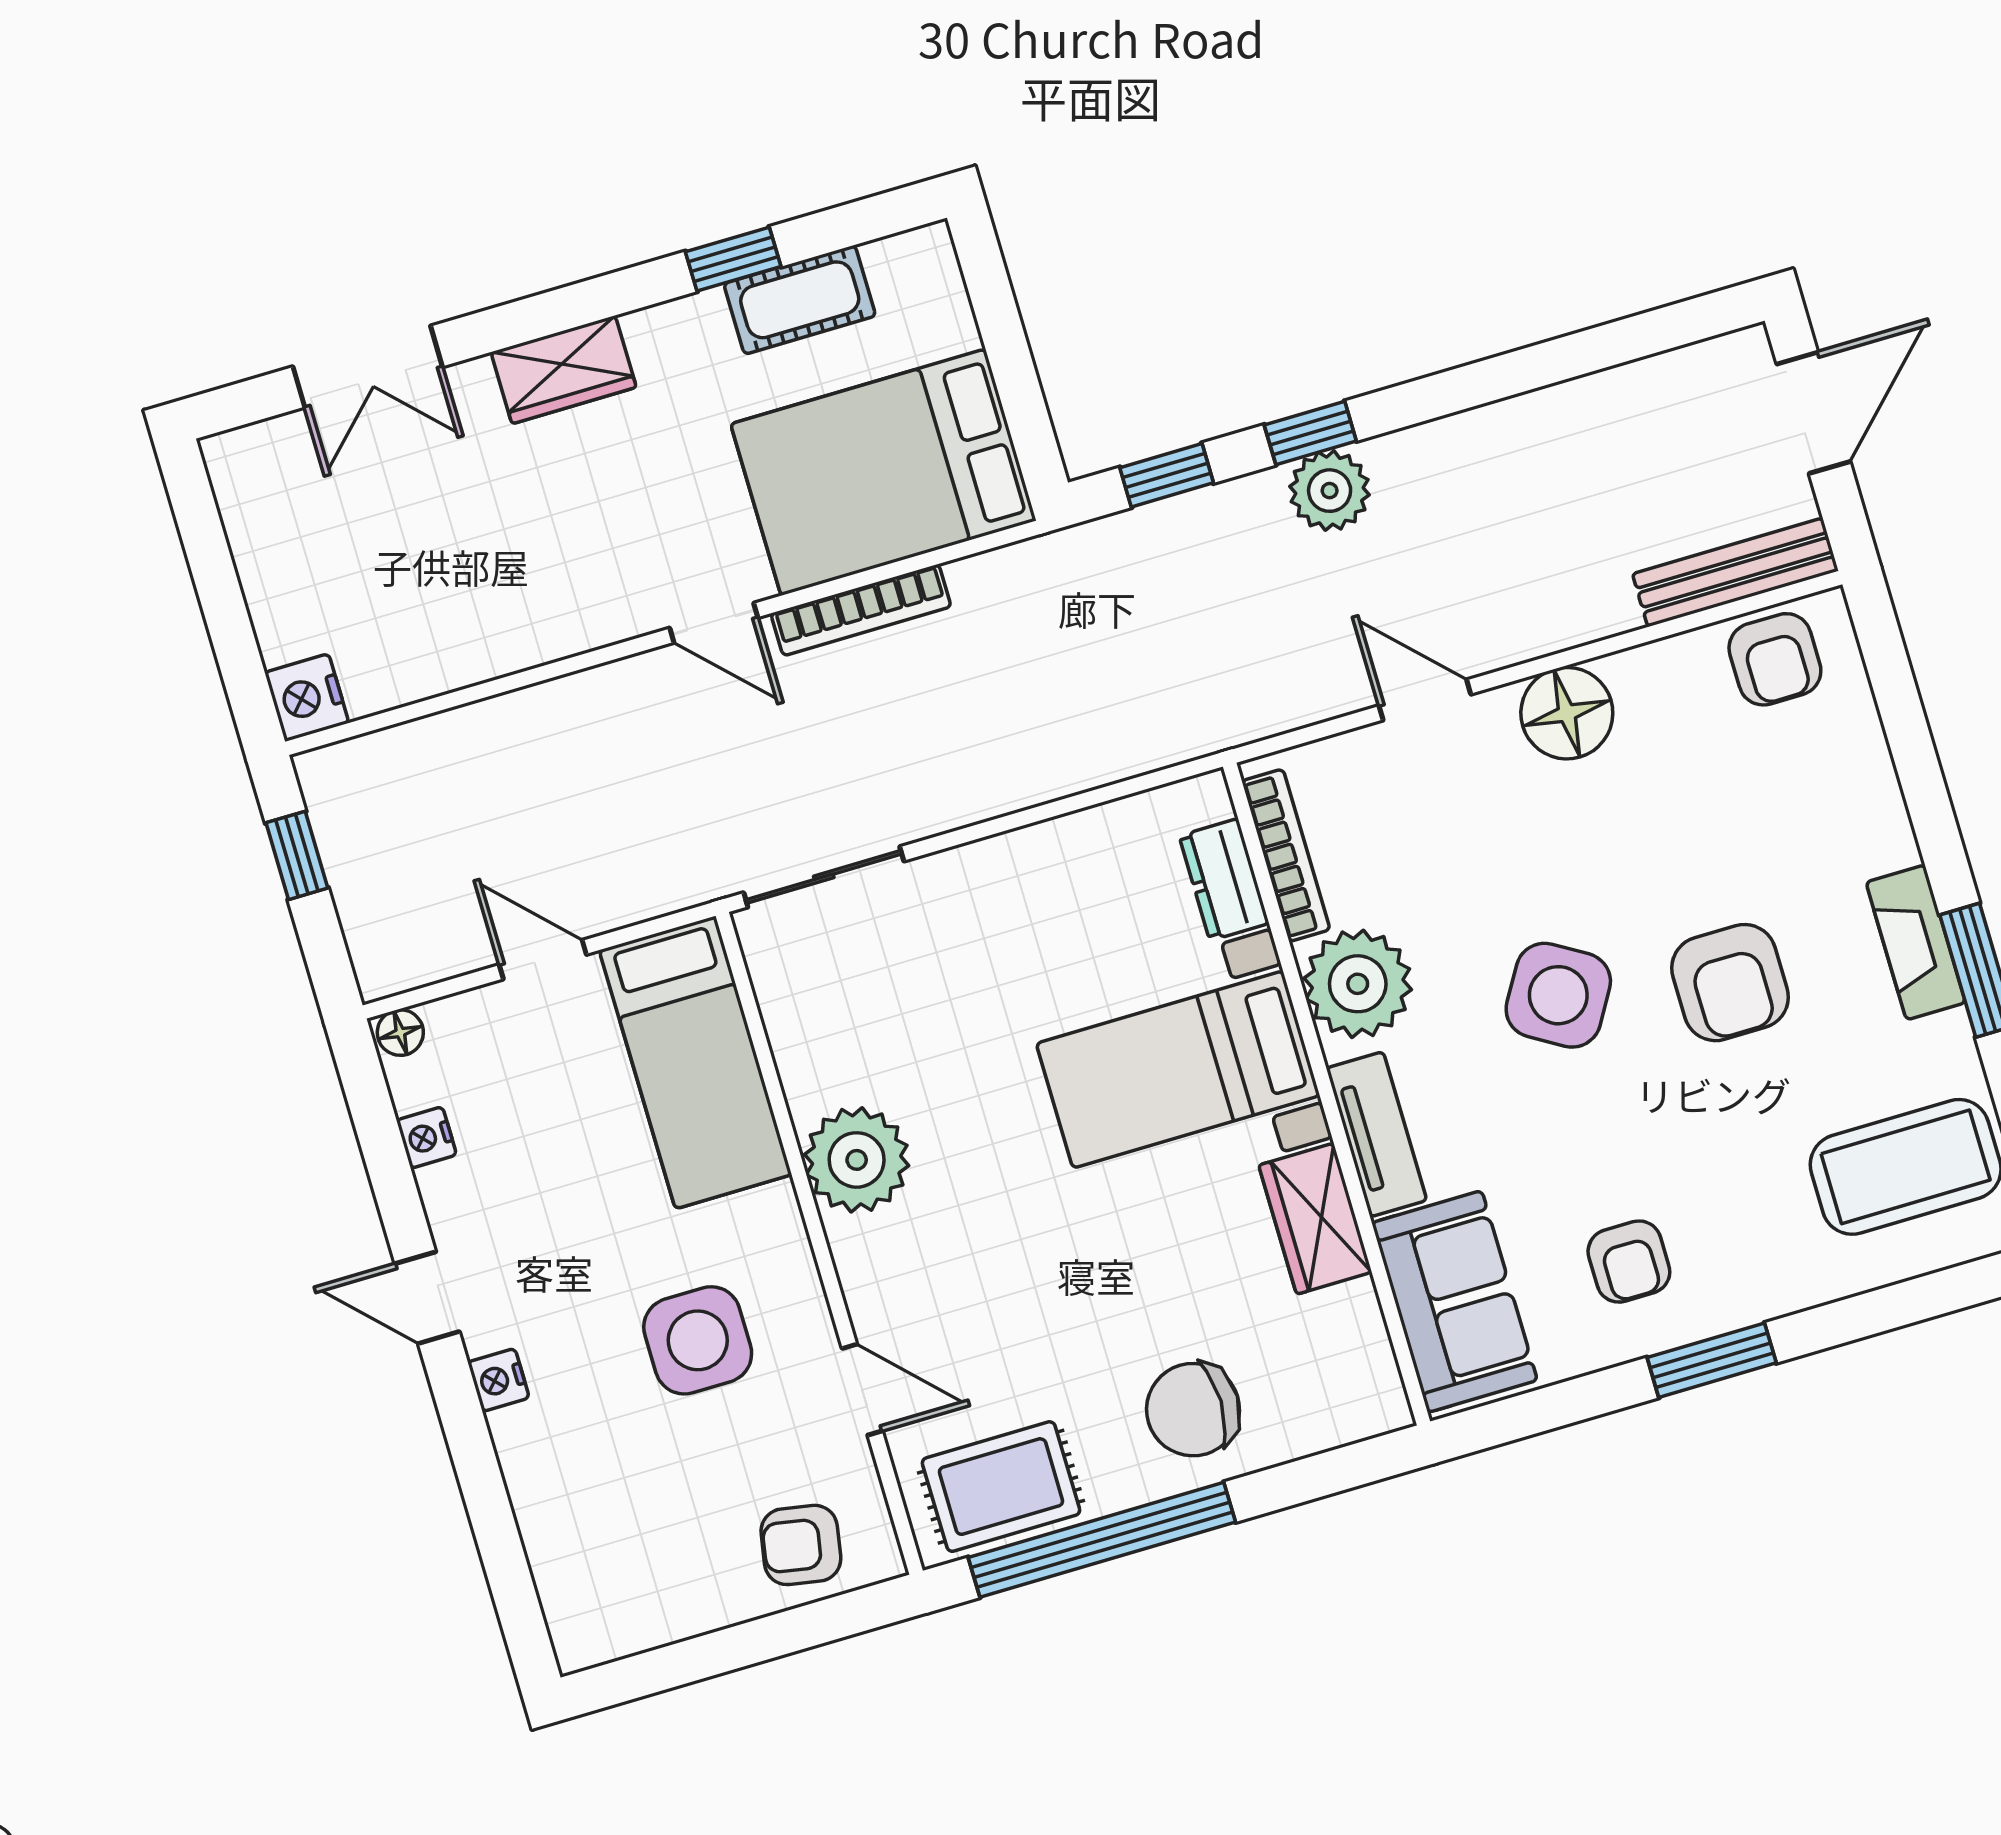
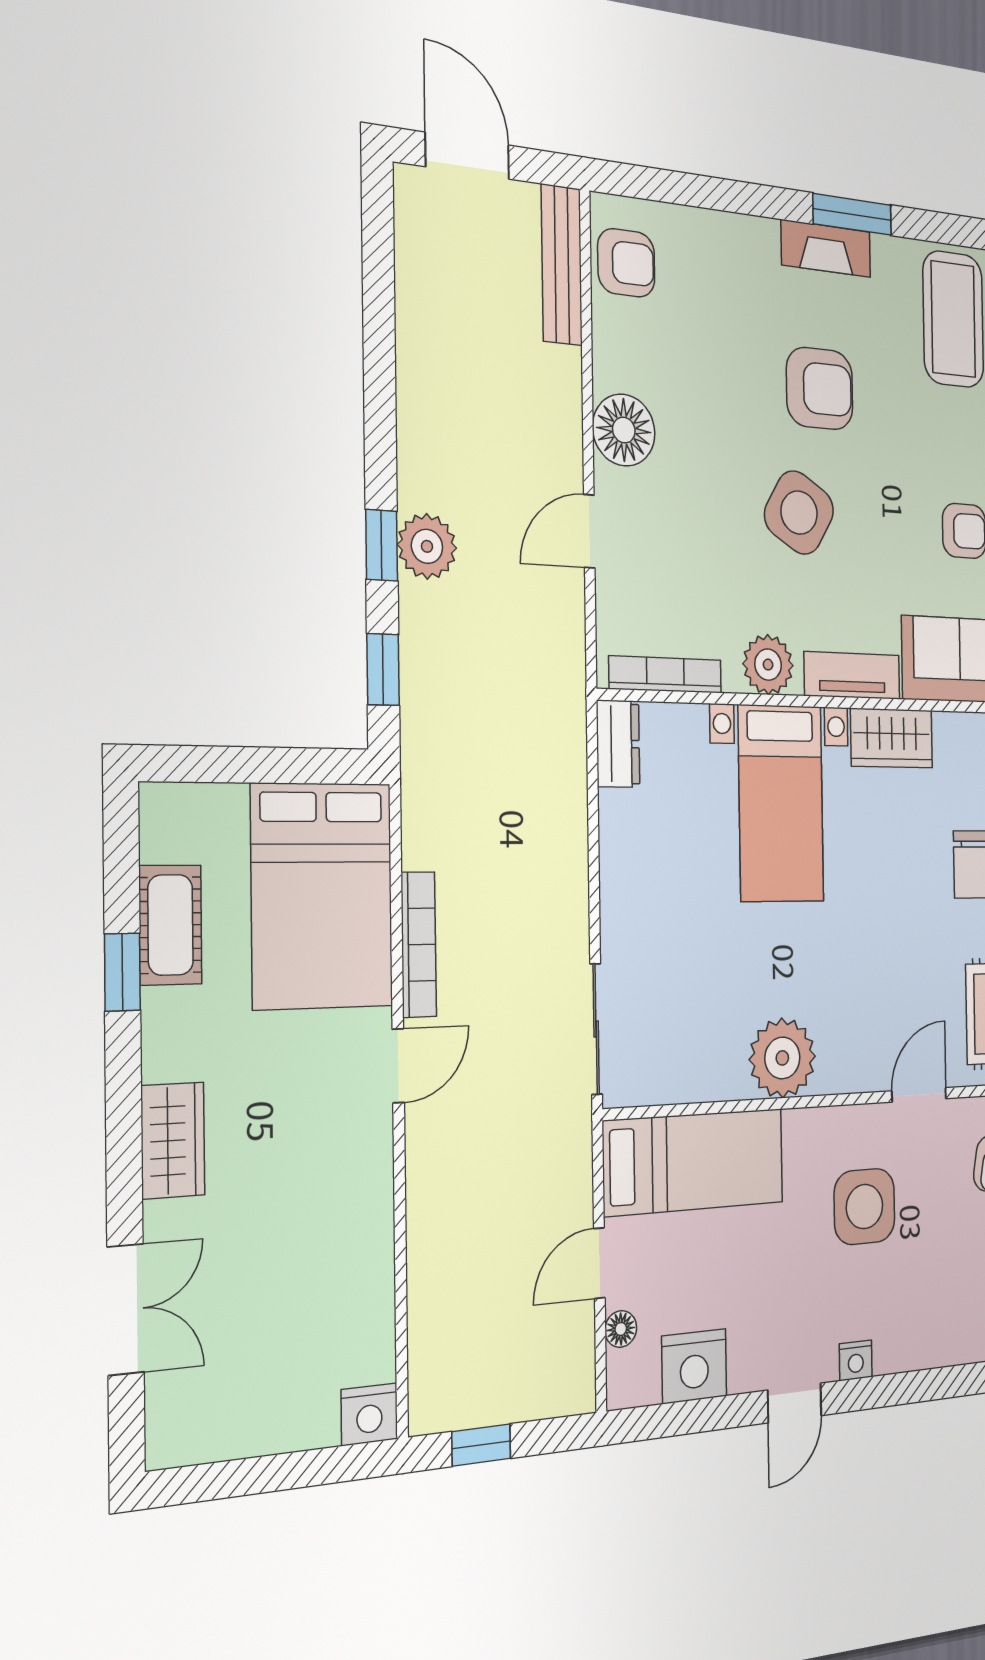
dresser: (1224, 880) -> (618, 744), moved, turned -90
plant: (1358, 984) -> (768, 665), width x0.73, depth x0.73
floor lamp: (400, 1033) -> (621, 1329), moved
nightstand: (426, 1137) -> (694, 1366), width x1.89, depth x1.79

